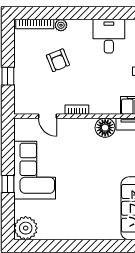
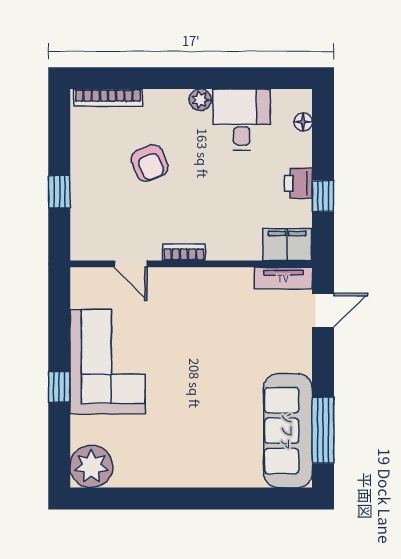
plant: (61, 25) -> (200, 100), moved
floor lamp: (105, 128) -> (235, 285), removed

